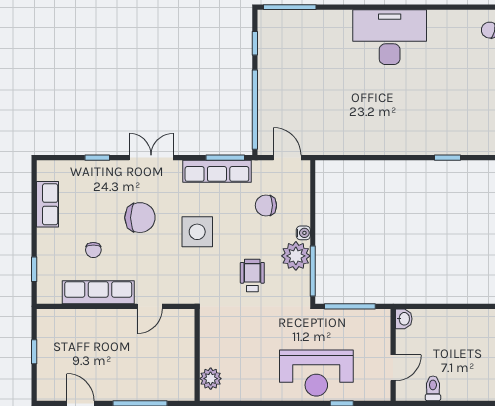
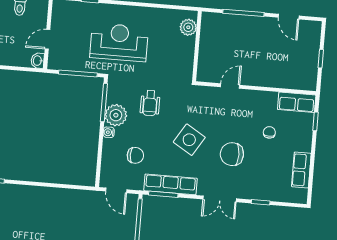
side table: (197, 232) -> (189, 140), turned 32
row of seats: (98, 292) -> (297, 102), moved, width x0.68
door: (393, 368) -> (48, 39), moved
reception desk: (316, 373) -> (119, 42), moved

